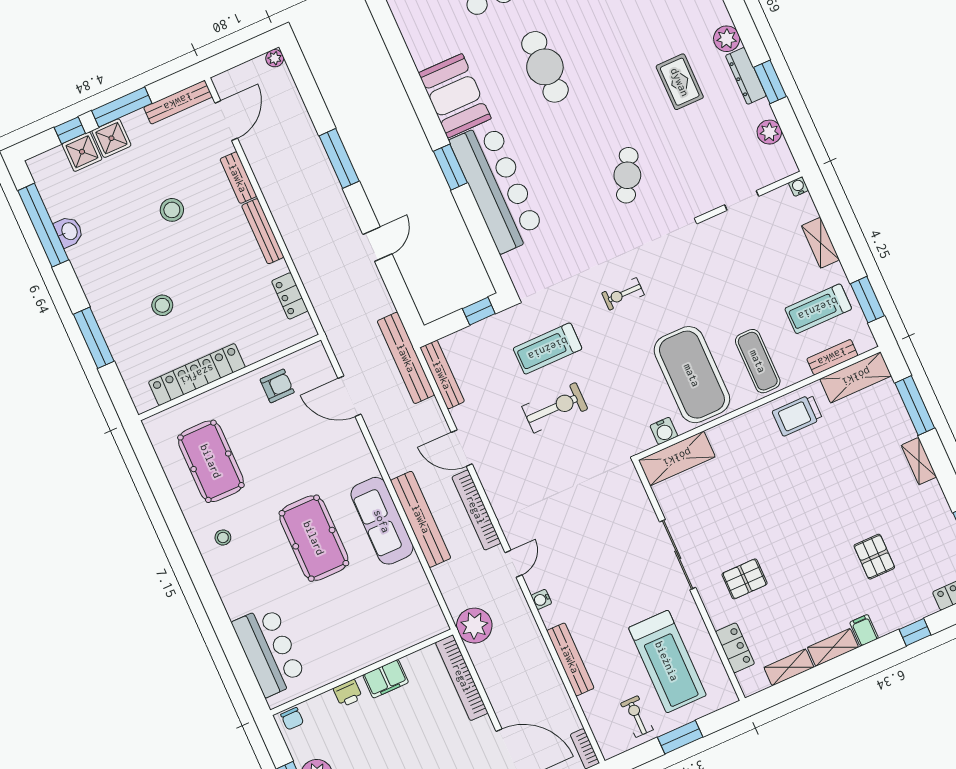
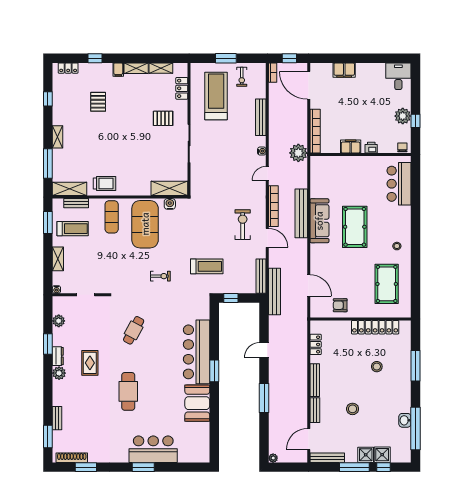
cafe table: (545, 67) -> (128, 391), moved
dresser: (746, 76) -> (58, 356), width x0.70
exercise bike: (555, 408) -> (243, 225), moved, turned 90

